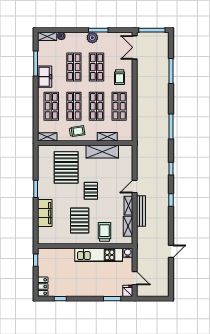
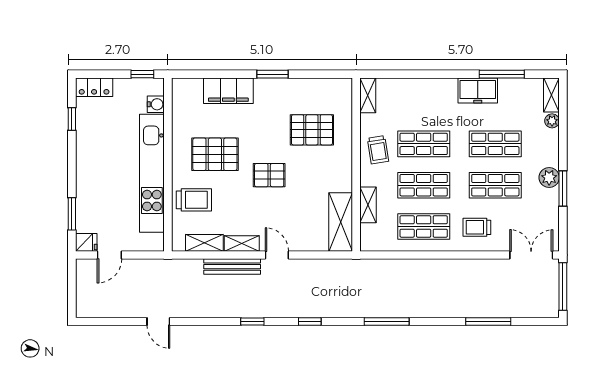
shop shelf: (51, 106) -> (424, 103), removed
shelving: (102, 152) -> (341, 222), moved
pallet: (66, 167) -> (312, 130), width x0.73, depth x0.71
water cooler: (128, 253) -> (156, 104), moved
kitchen unit: (99, 255) -> (152, 173), width x1.36

